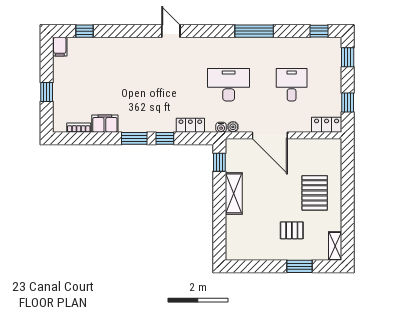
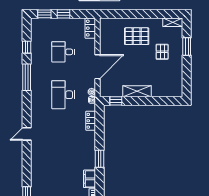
window: (319, 31) -> (27, 47), moved
window: (348, 102) -> (63, 14), moved
window: (165, 138) -> (100, 138), removed

